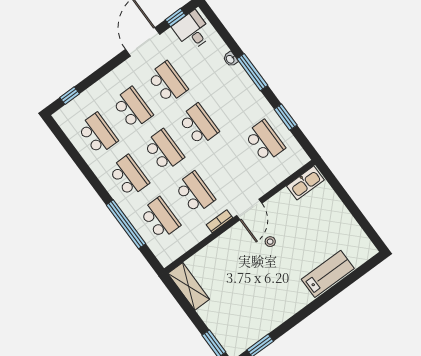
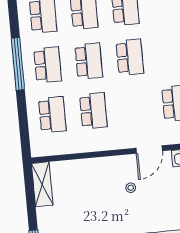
door: (249, 209) -> (149, 149), moved
bookcase: (220, 221) -> (99, 146), removed
window: (126, 224) -> (18, 64), moved

